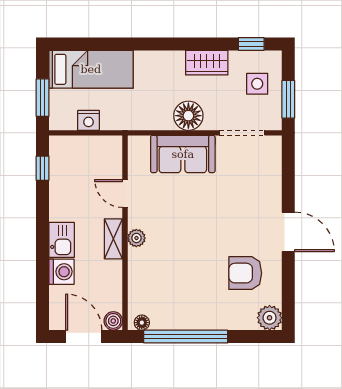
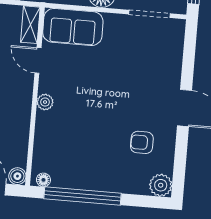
sofa: (183, 154) -> (73, 27), moved
shelving: (113, 239) -> (30, 25), moved
armchair: (245, 273) -> (142, 142), width x0.72, depth x0.72

